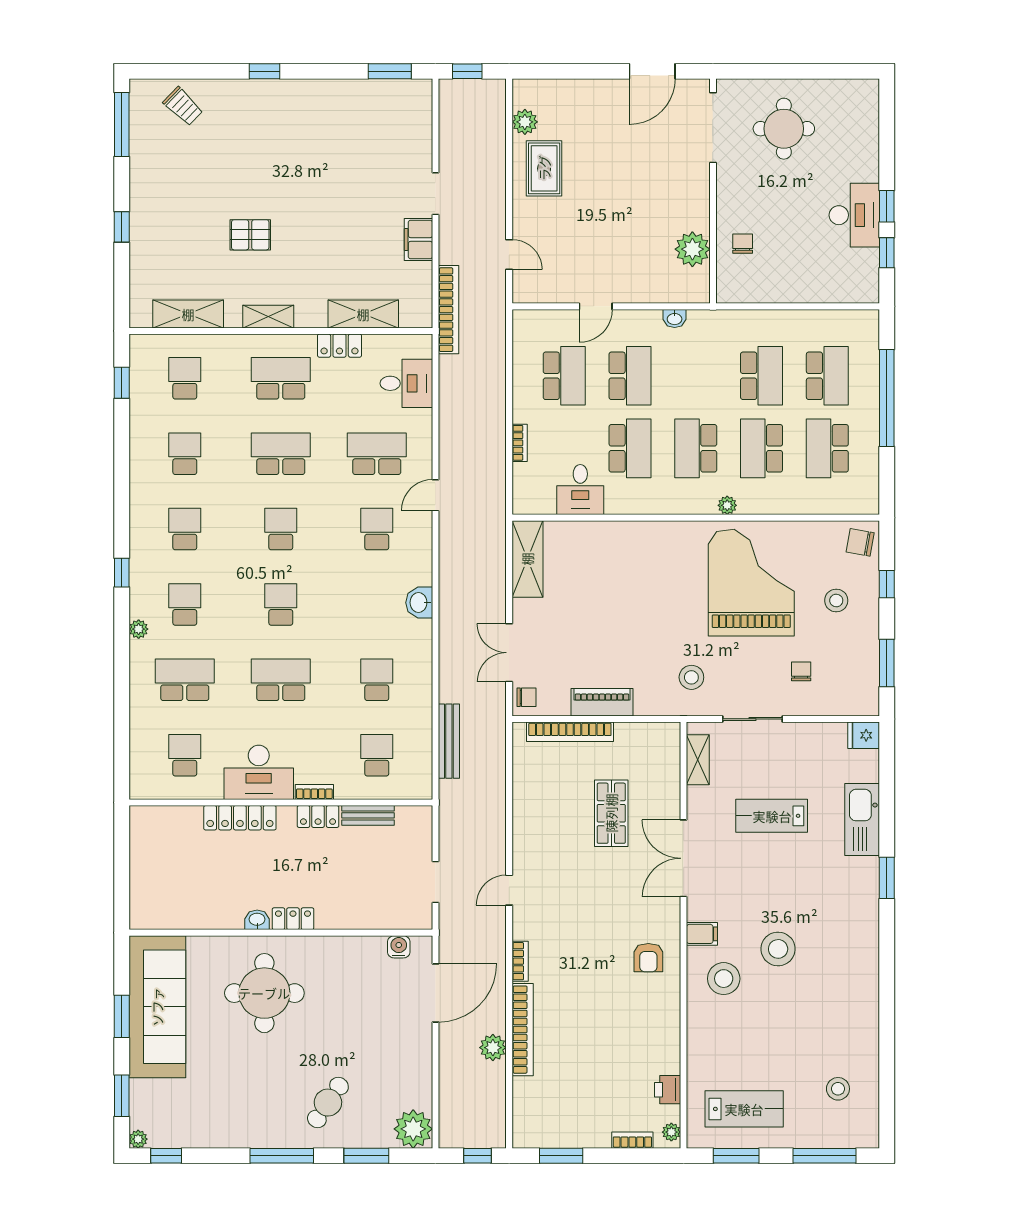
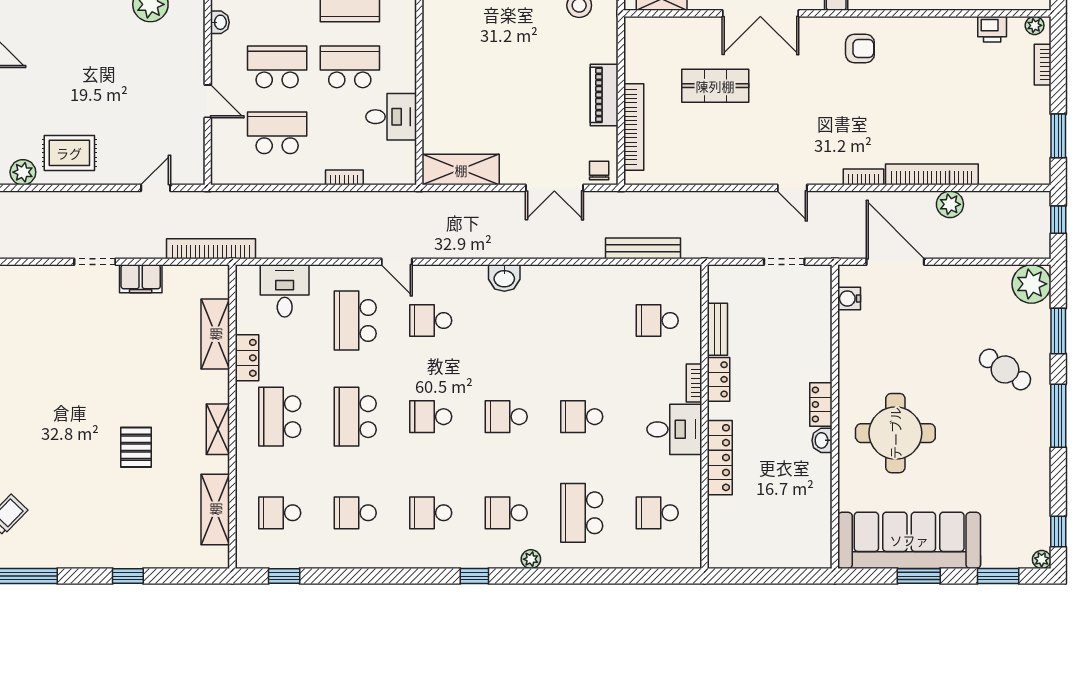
school desk: (281, 680) -> (582, 417), width x0.54
school desk: (377, 680) -> (582, 321), removed
desk: (259, 772) -> (674, 429), width x0.73

